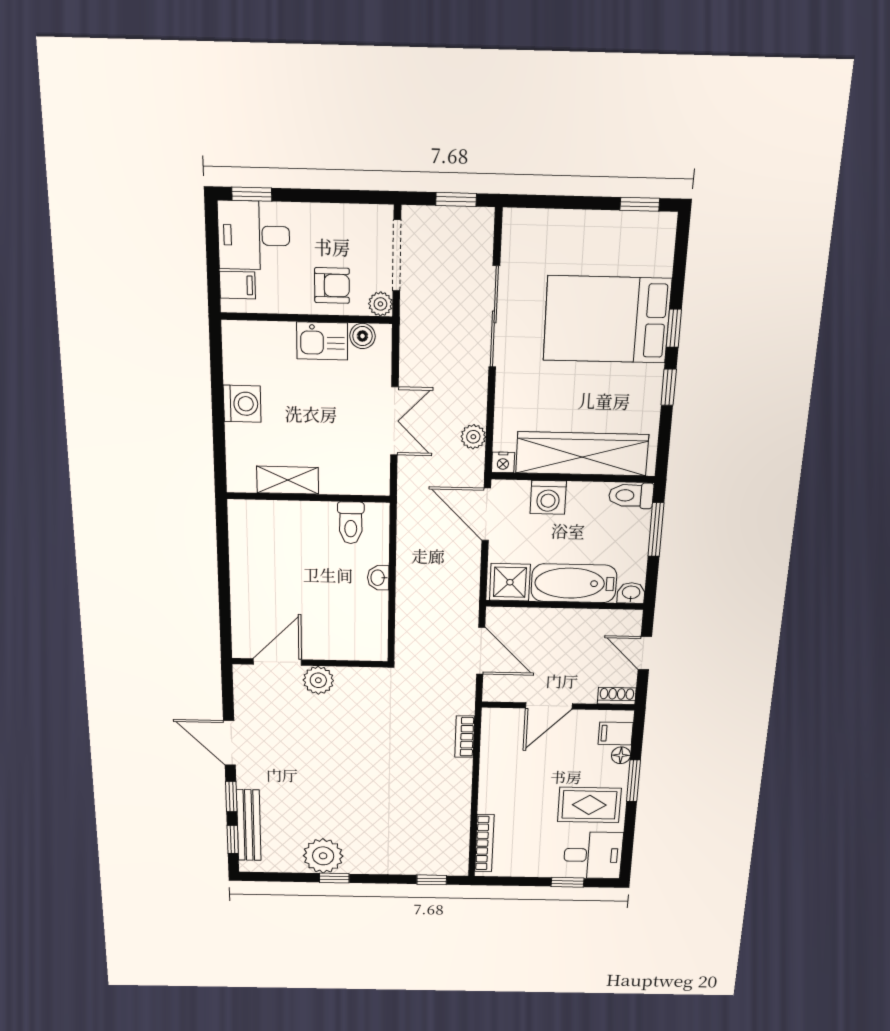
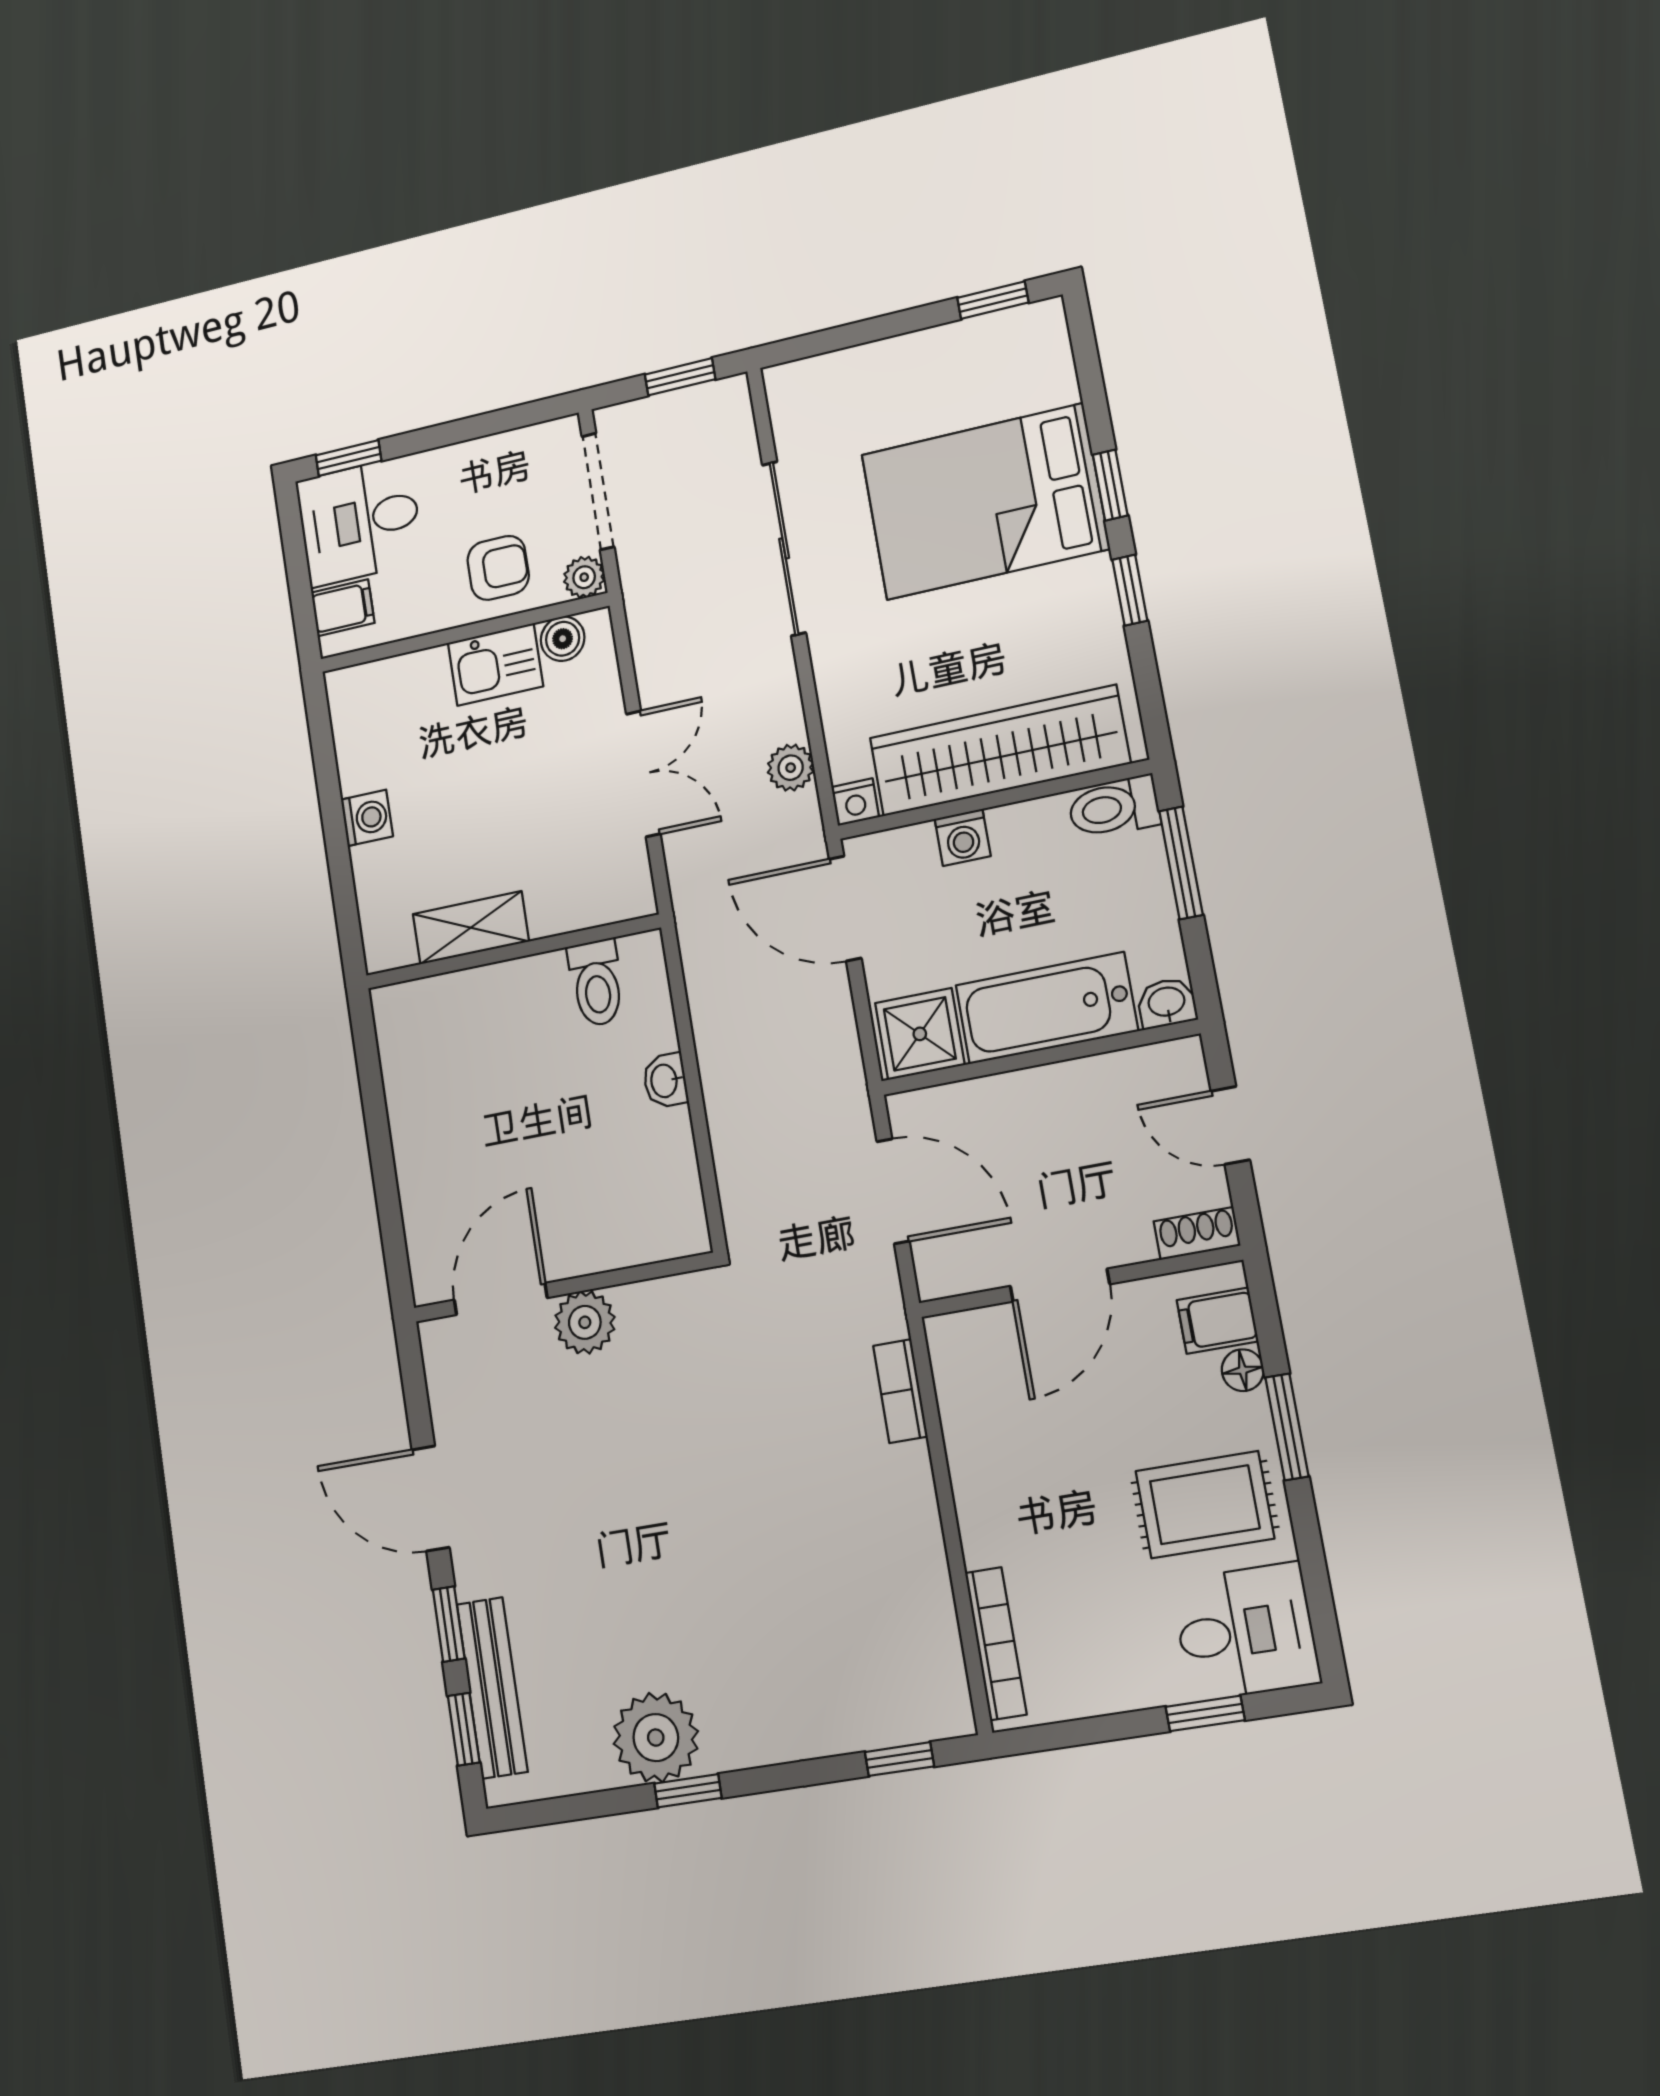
washing machine: (242, 404) -> (367, 818), width x0.73, depth x0.73
washing machine: (548, 497) -> (963, 837), width x0.73, depth x0.73

